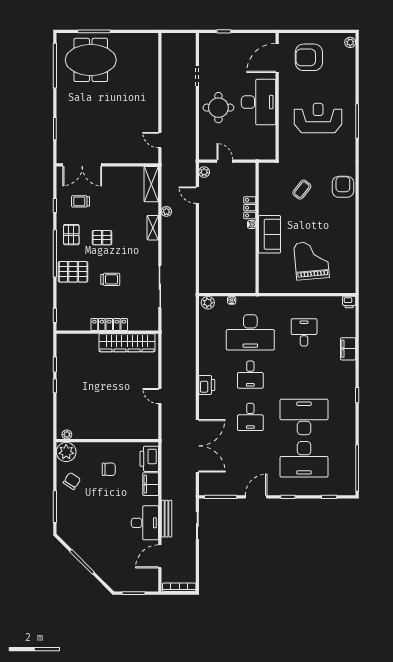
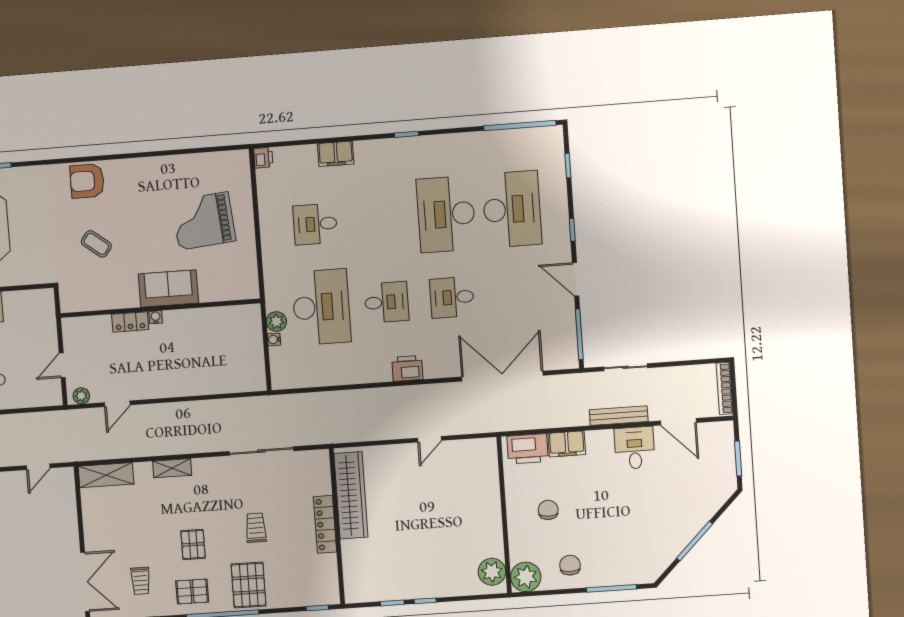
plant: (166, 211) -> (146, 449), removed
plant: (208, 303) -> (276, 322), moved
desk: (250, 417) -> (452, 297), turned 180
plant: (67, 435) -> (492, 572), width x1.88, depth x1.88
chair: (72, 481) -> (570, 565), turned 57
desk: (145, 523) -> (635, 448), width x0.73

